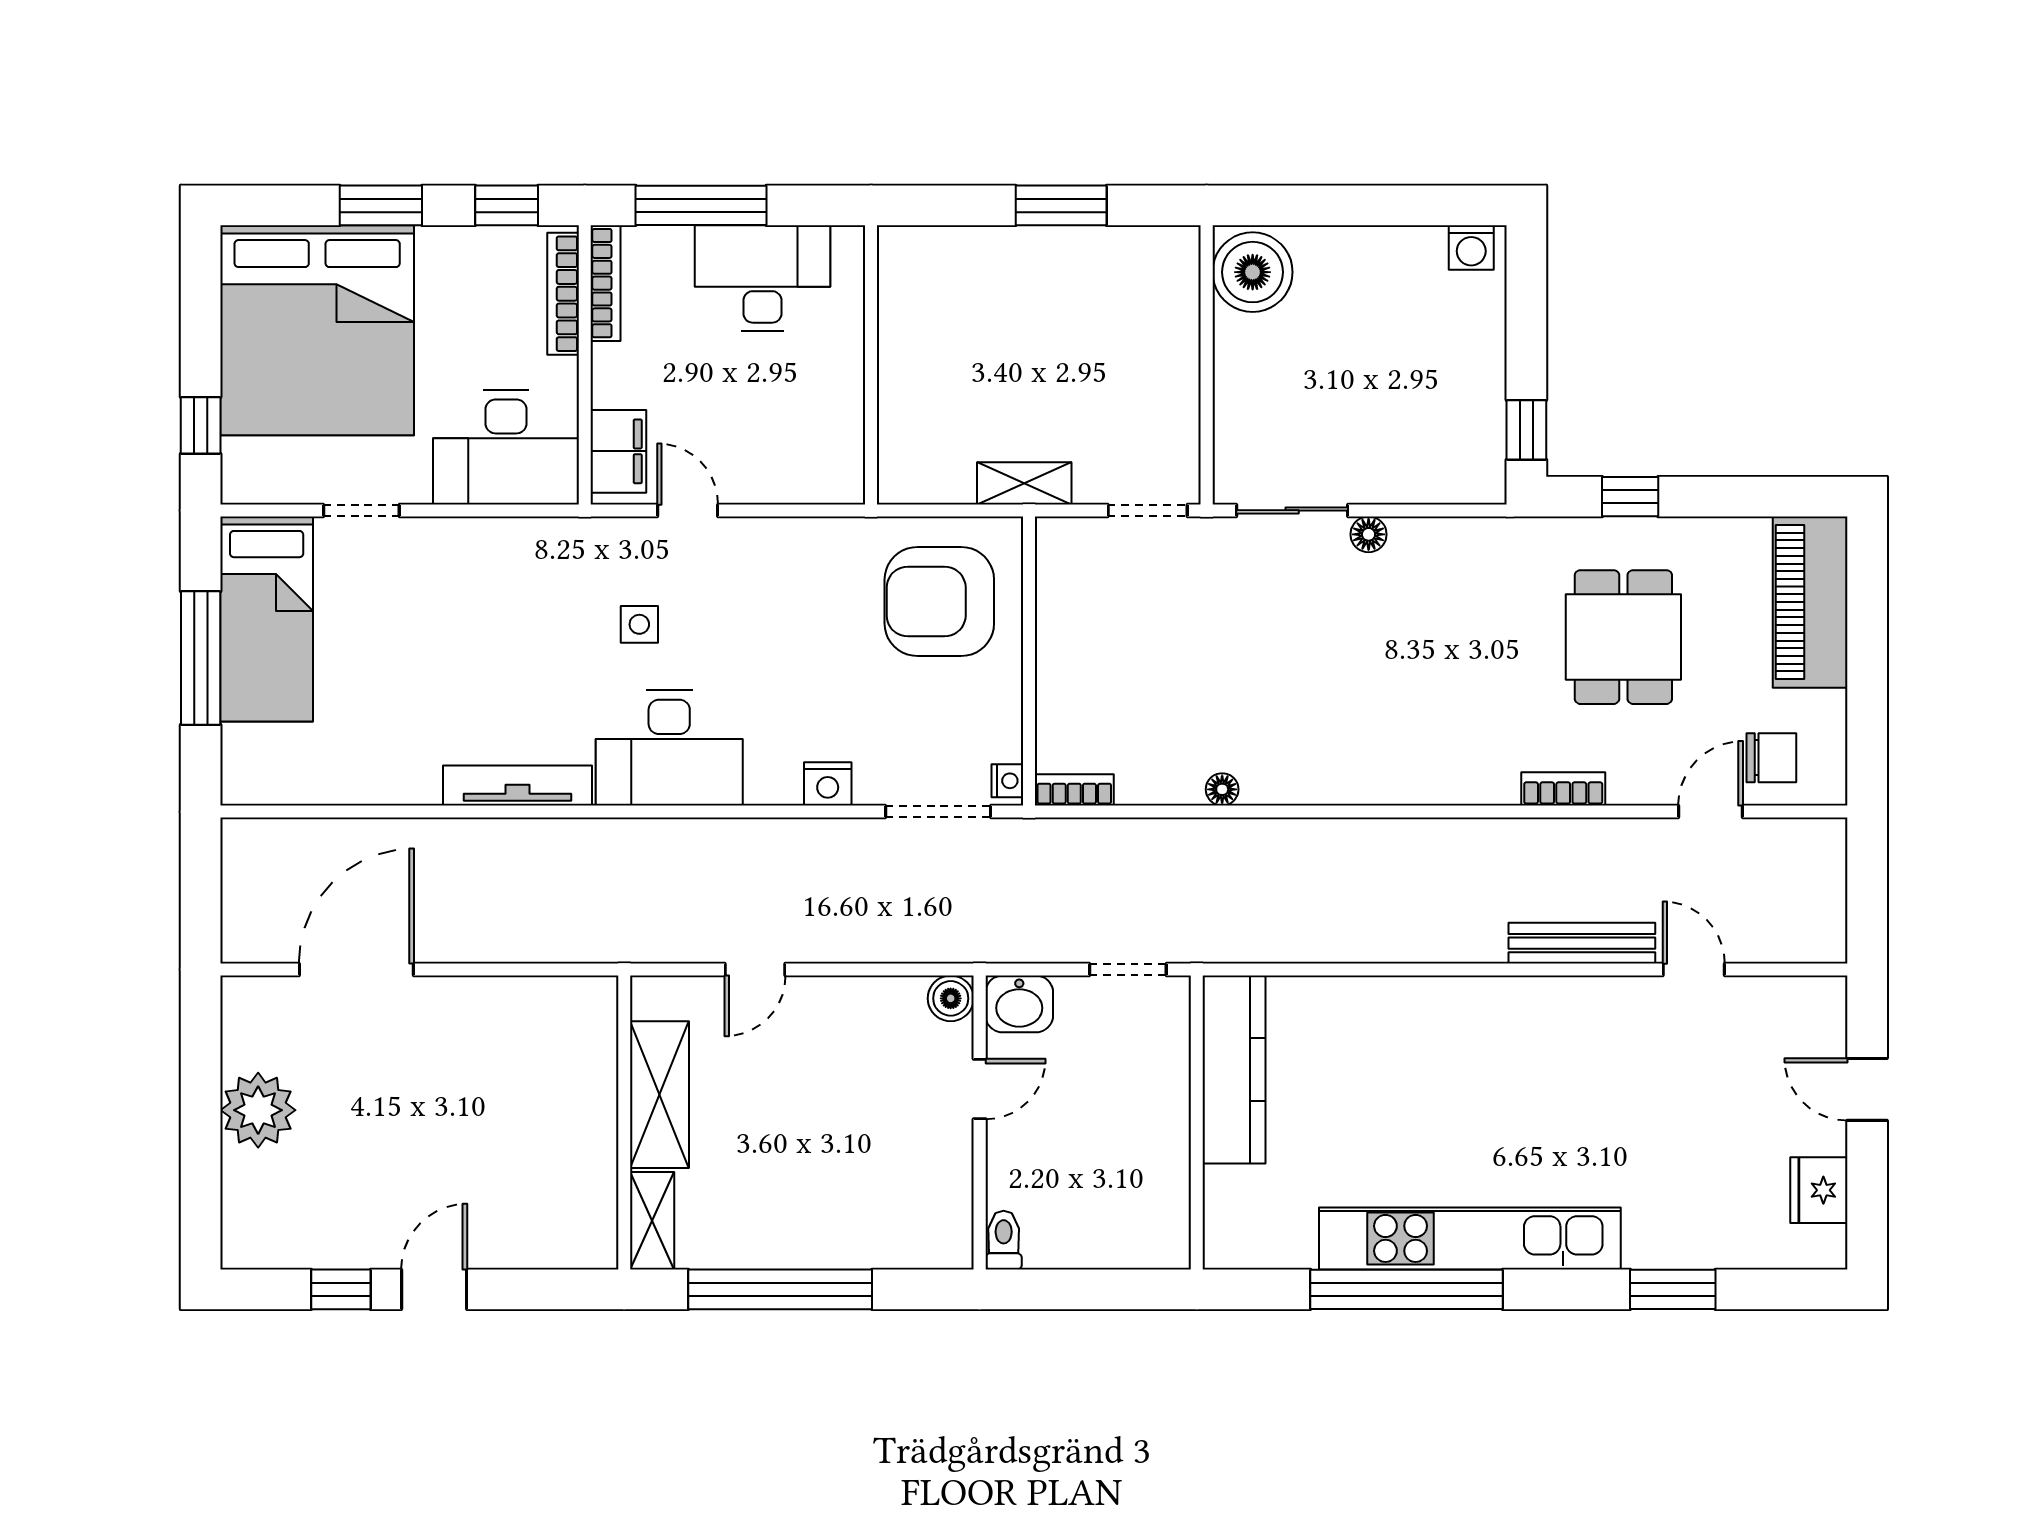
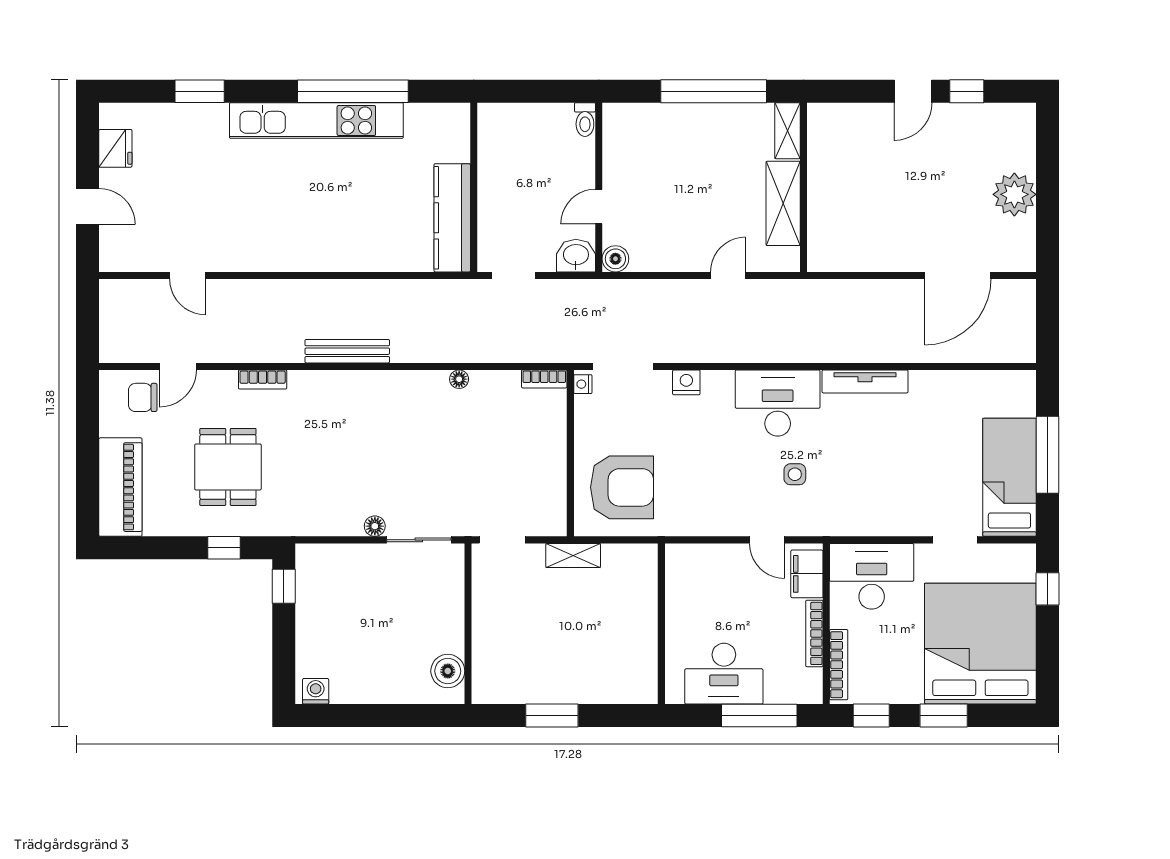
boiler: (1253, 272) -> (448, 671), width x0.73, depth x0.73
bookcase: (605, 283) -> (814, 633), moved
bench: (1582, 943) -> (347, 351), moved

